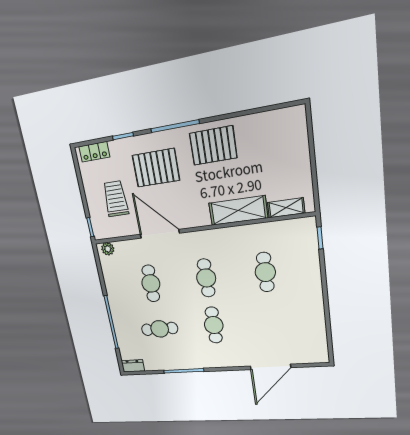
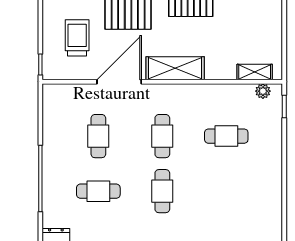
shelving: (238, 211) -> (175, 68), moved
door: (160, 234) -> (119, 82), hinge flipped
plant: (108, 249) -> (263, 91), moved
cafe table: (265, 272) -> (226, 136), turned 90

